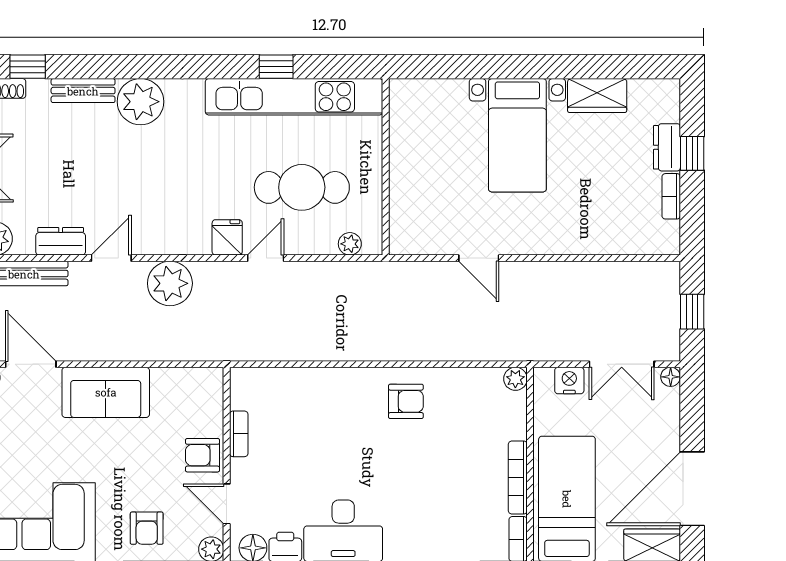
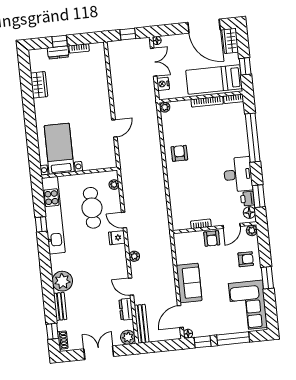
bed with nightstands: (517, 135) -> (59, 149), moved, turned -90
plant: (170, 283) -> (134, 256), width x0.53, depth x0.53

